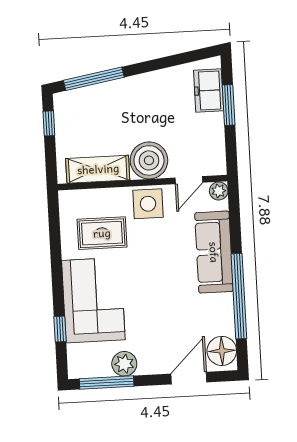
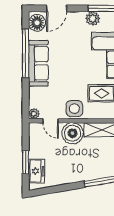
door: (189, 180) -> (51, 121), swing flipped
sofa: (214, 252) -> (38, 63), moved

